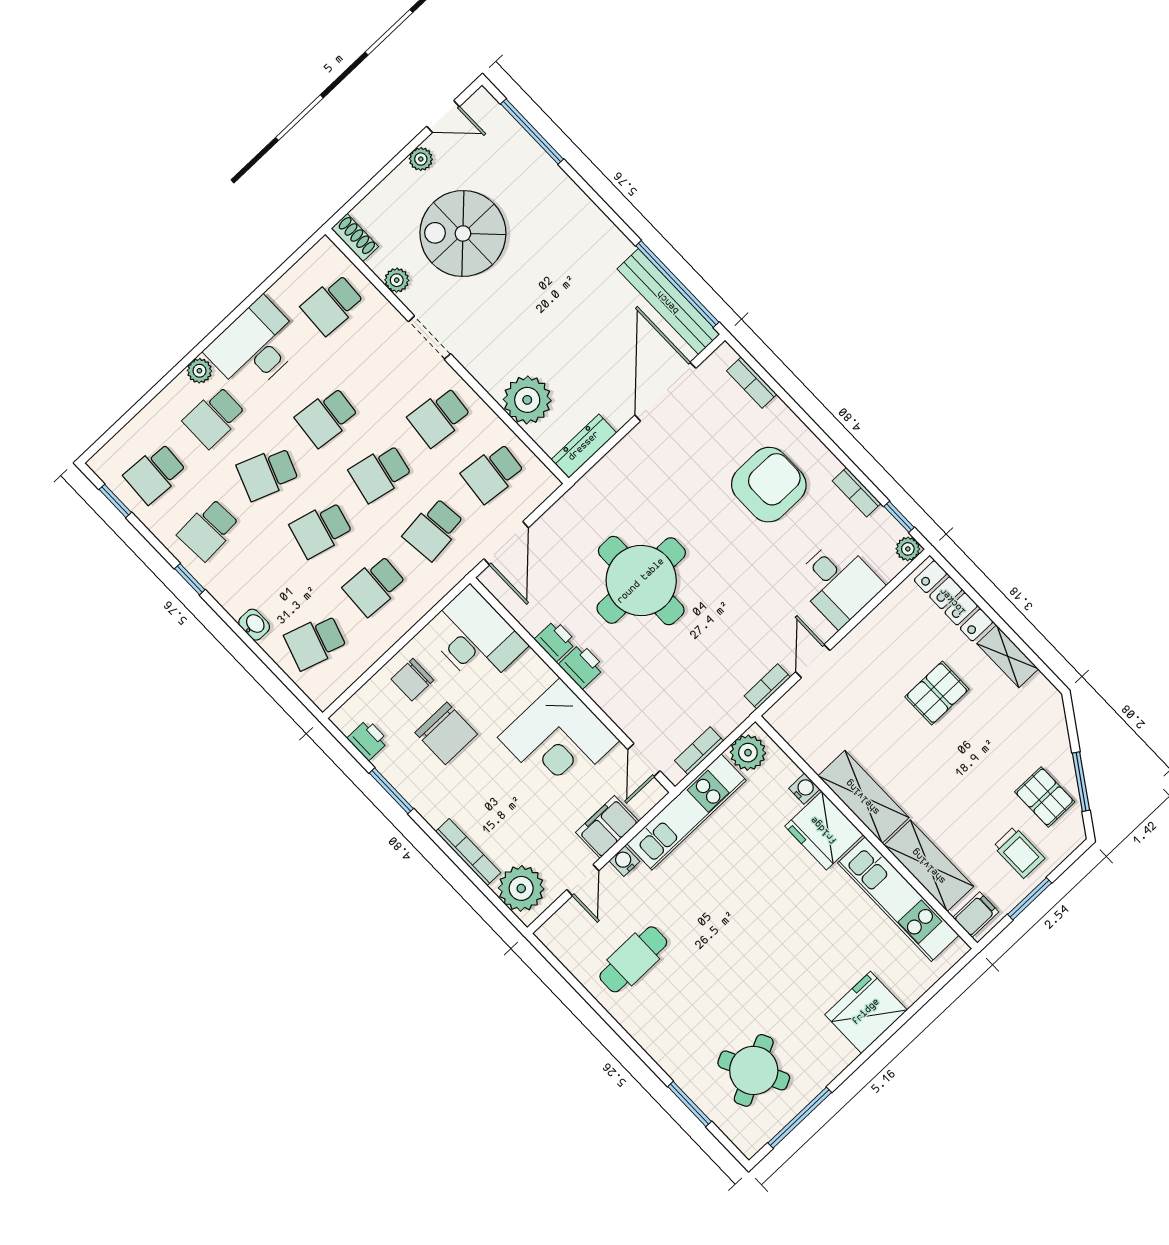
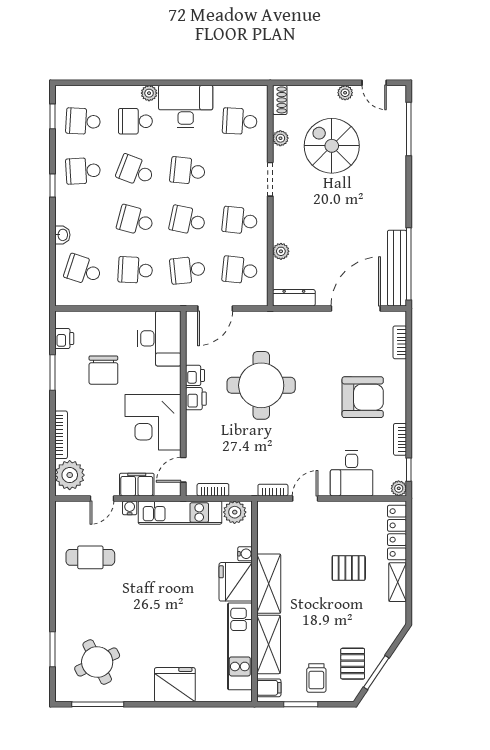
plant: (527, 400) -> (281, 251), width x0.53, depth x0.53
chair: (412, 680) -> (111, 330), removed

